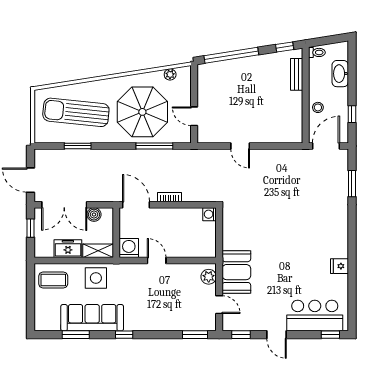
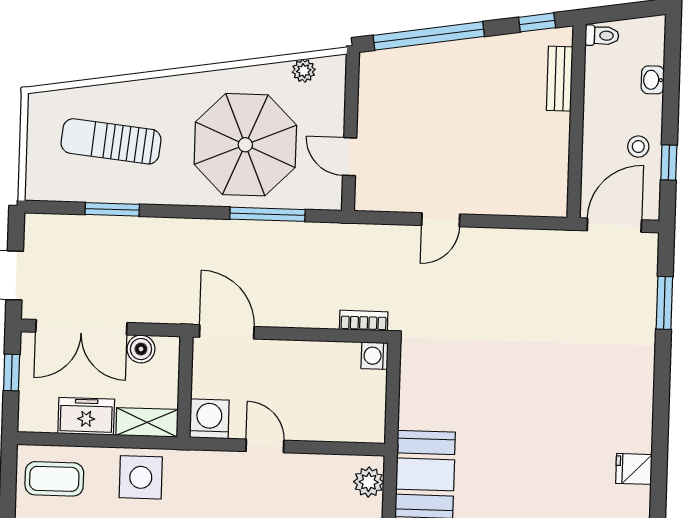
washbasin: (340, 74) -> (653, 80), width x0.52, depth x0.69
stool: (318, 107) -> (638, 147), moved
sun lounger: (76, 112) -> (111, 141), width x0.73, depth x0.75
door: (240, 146) -> (441, 220), hinge flipped
bookcase: (169, 197) -> (364, 321), moved

